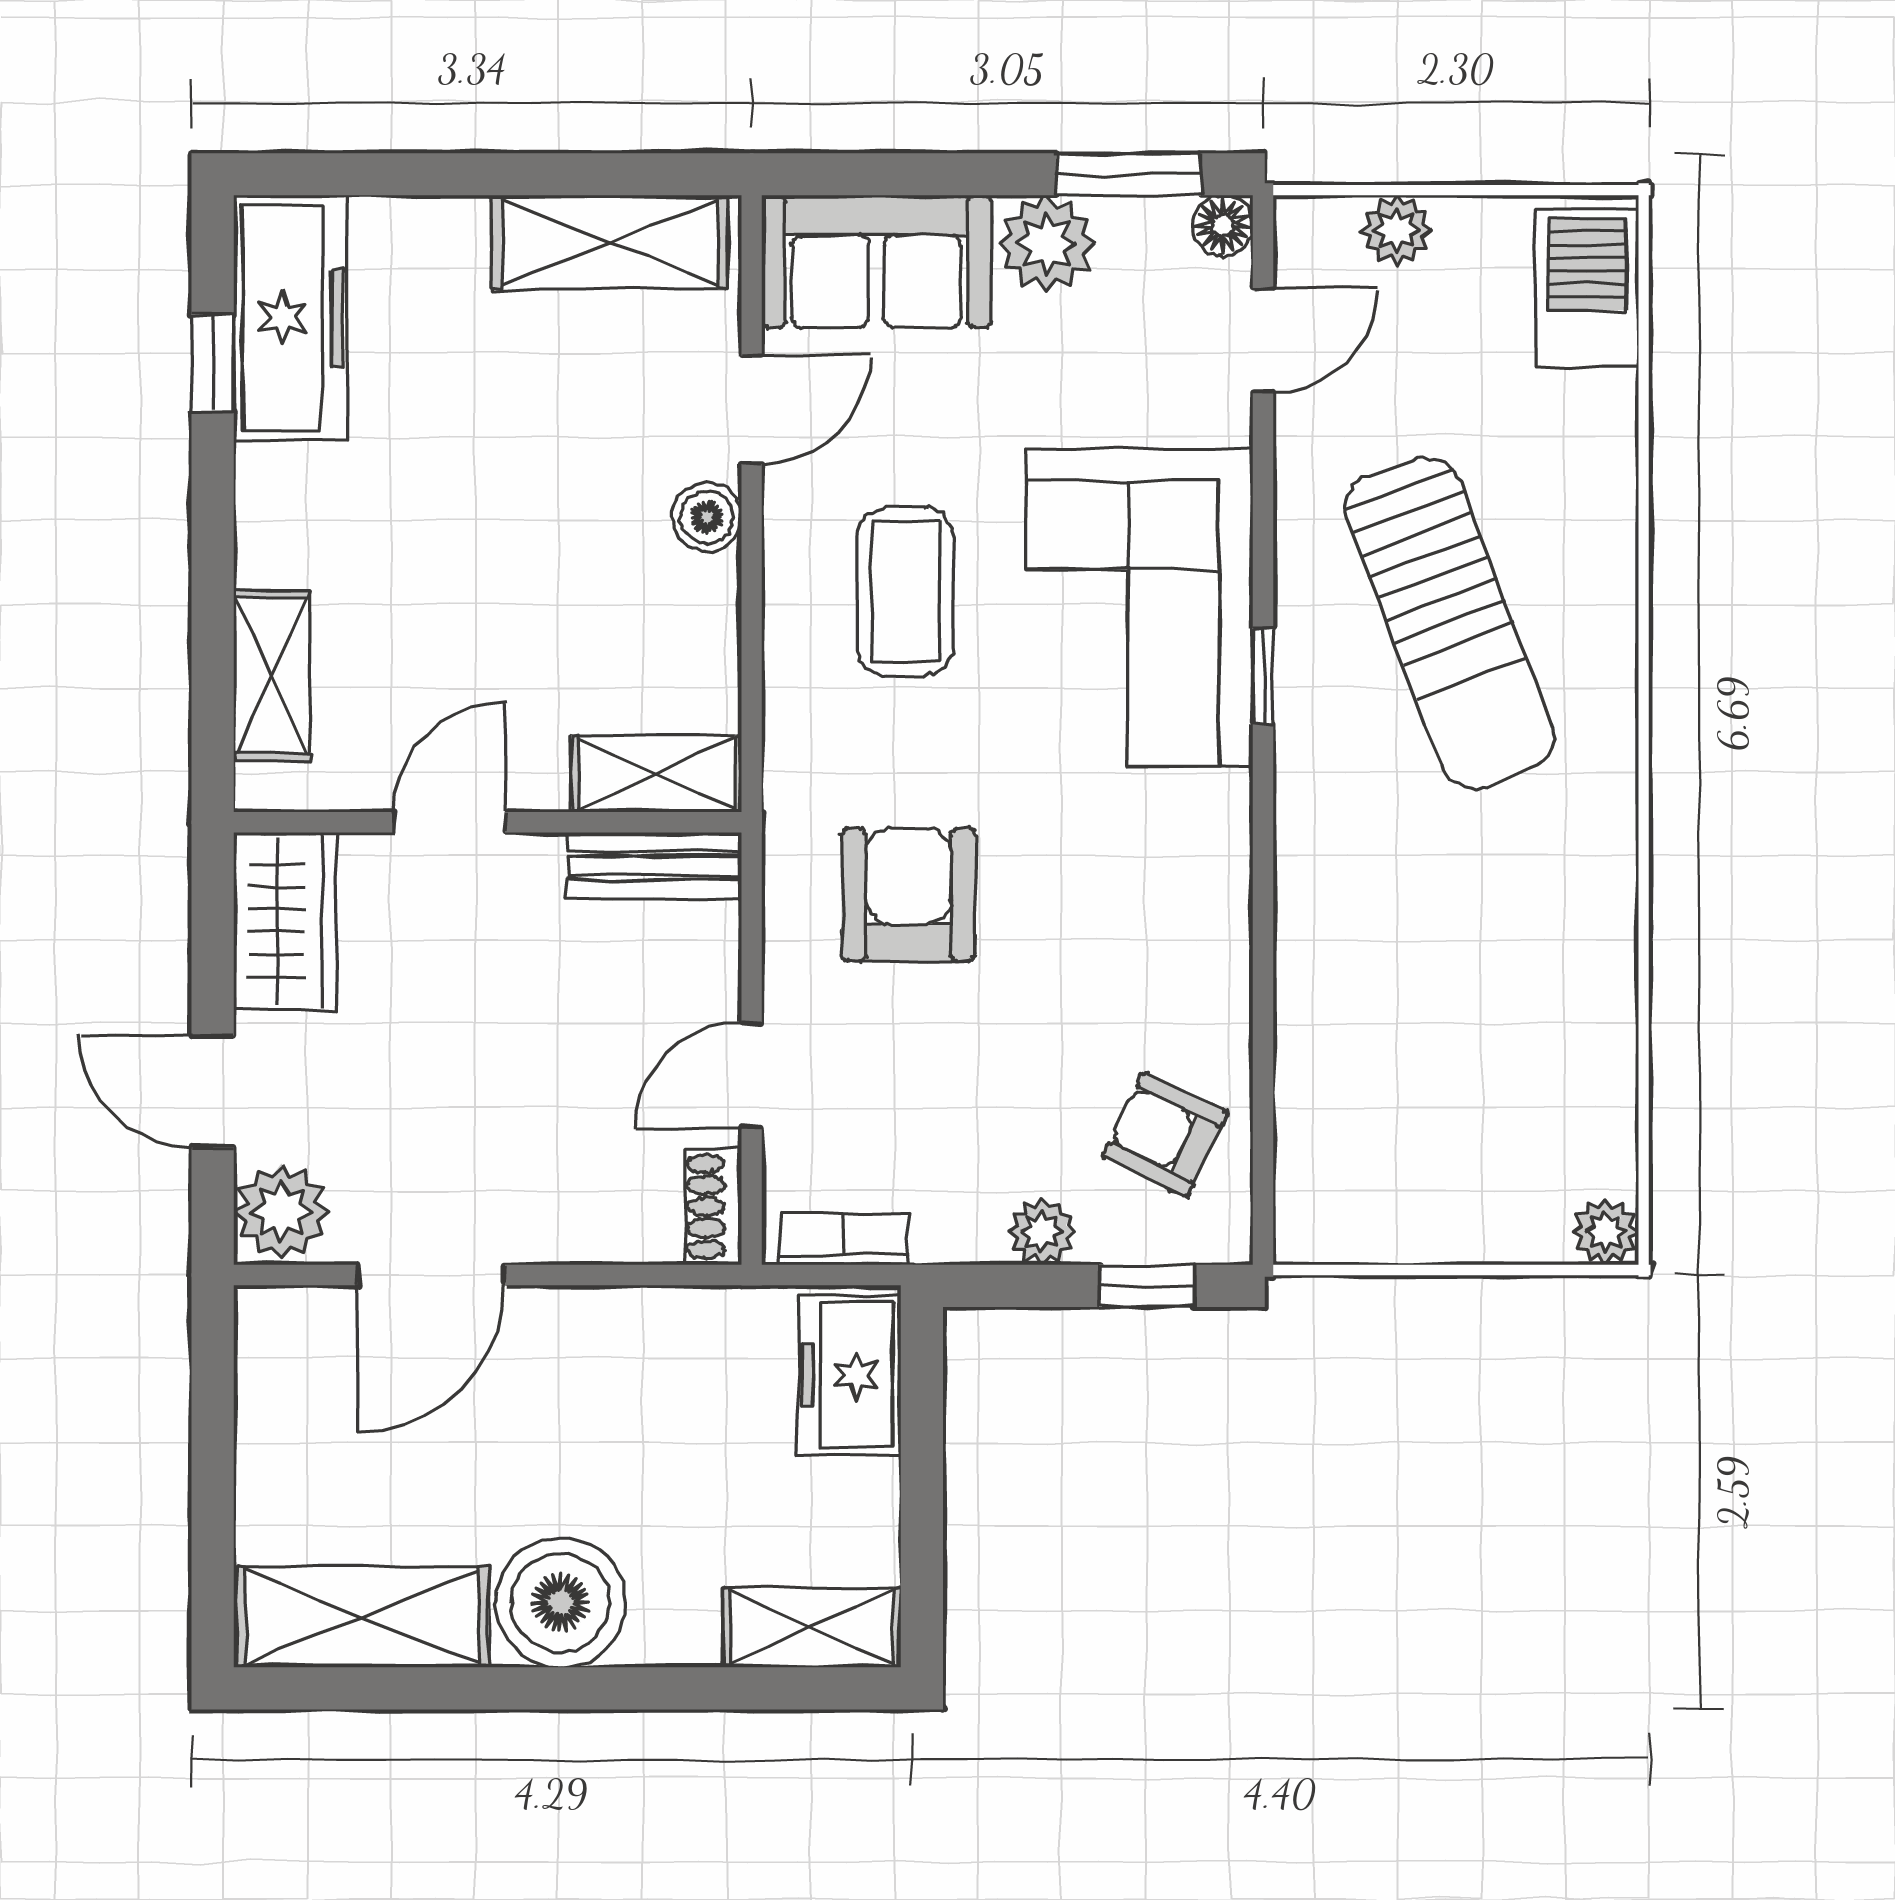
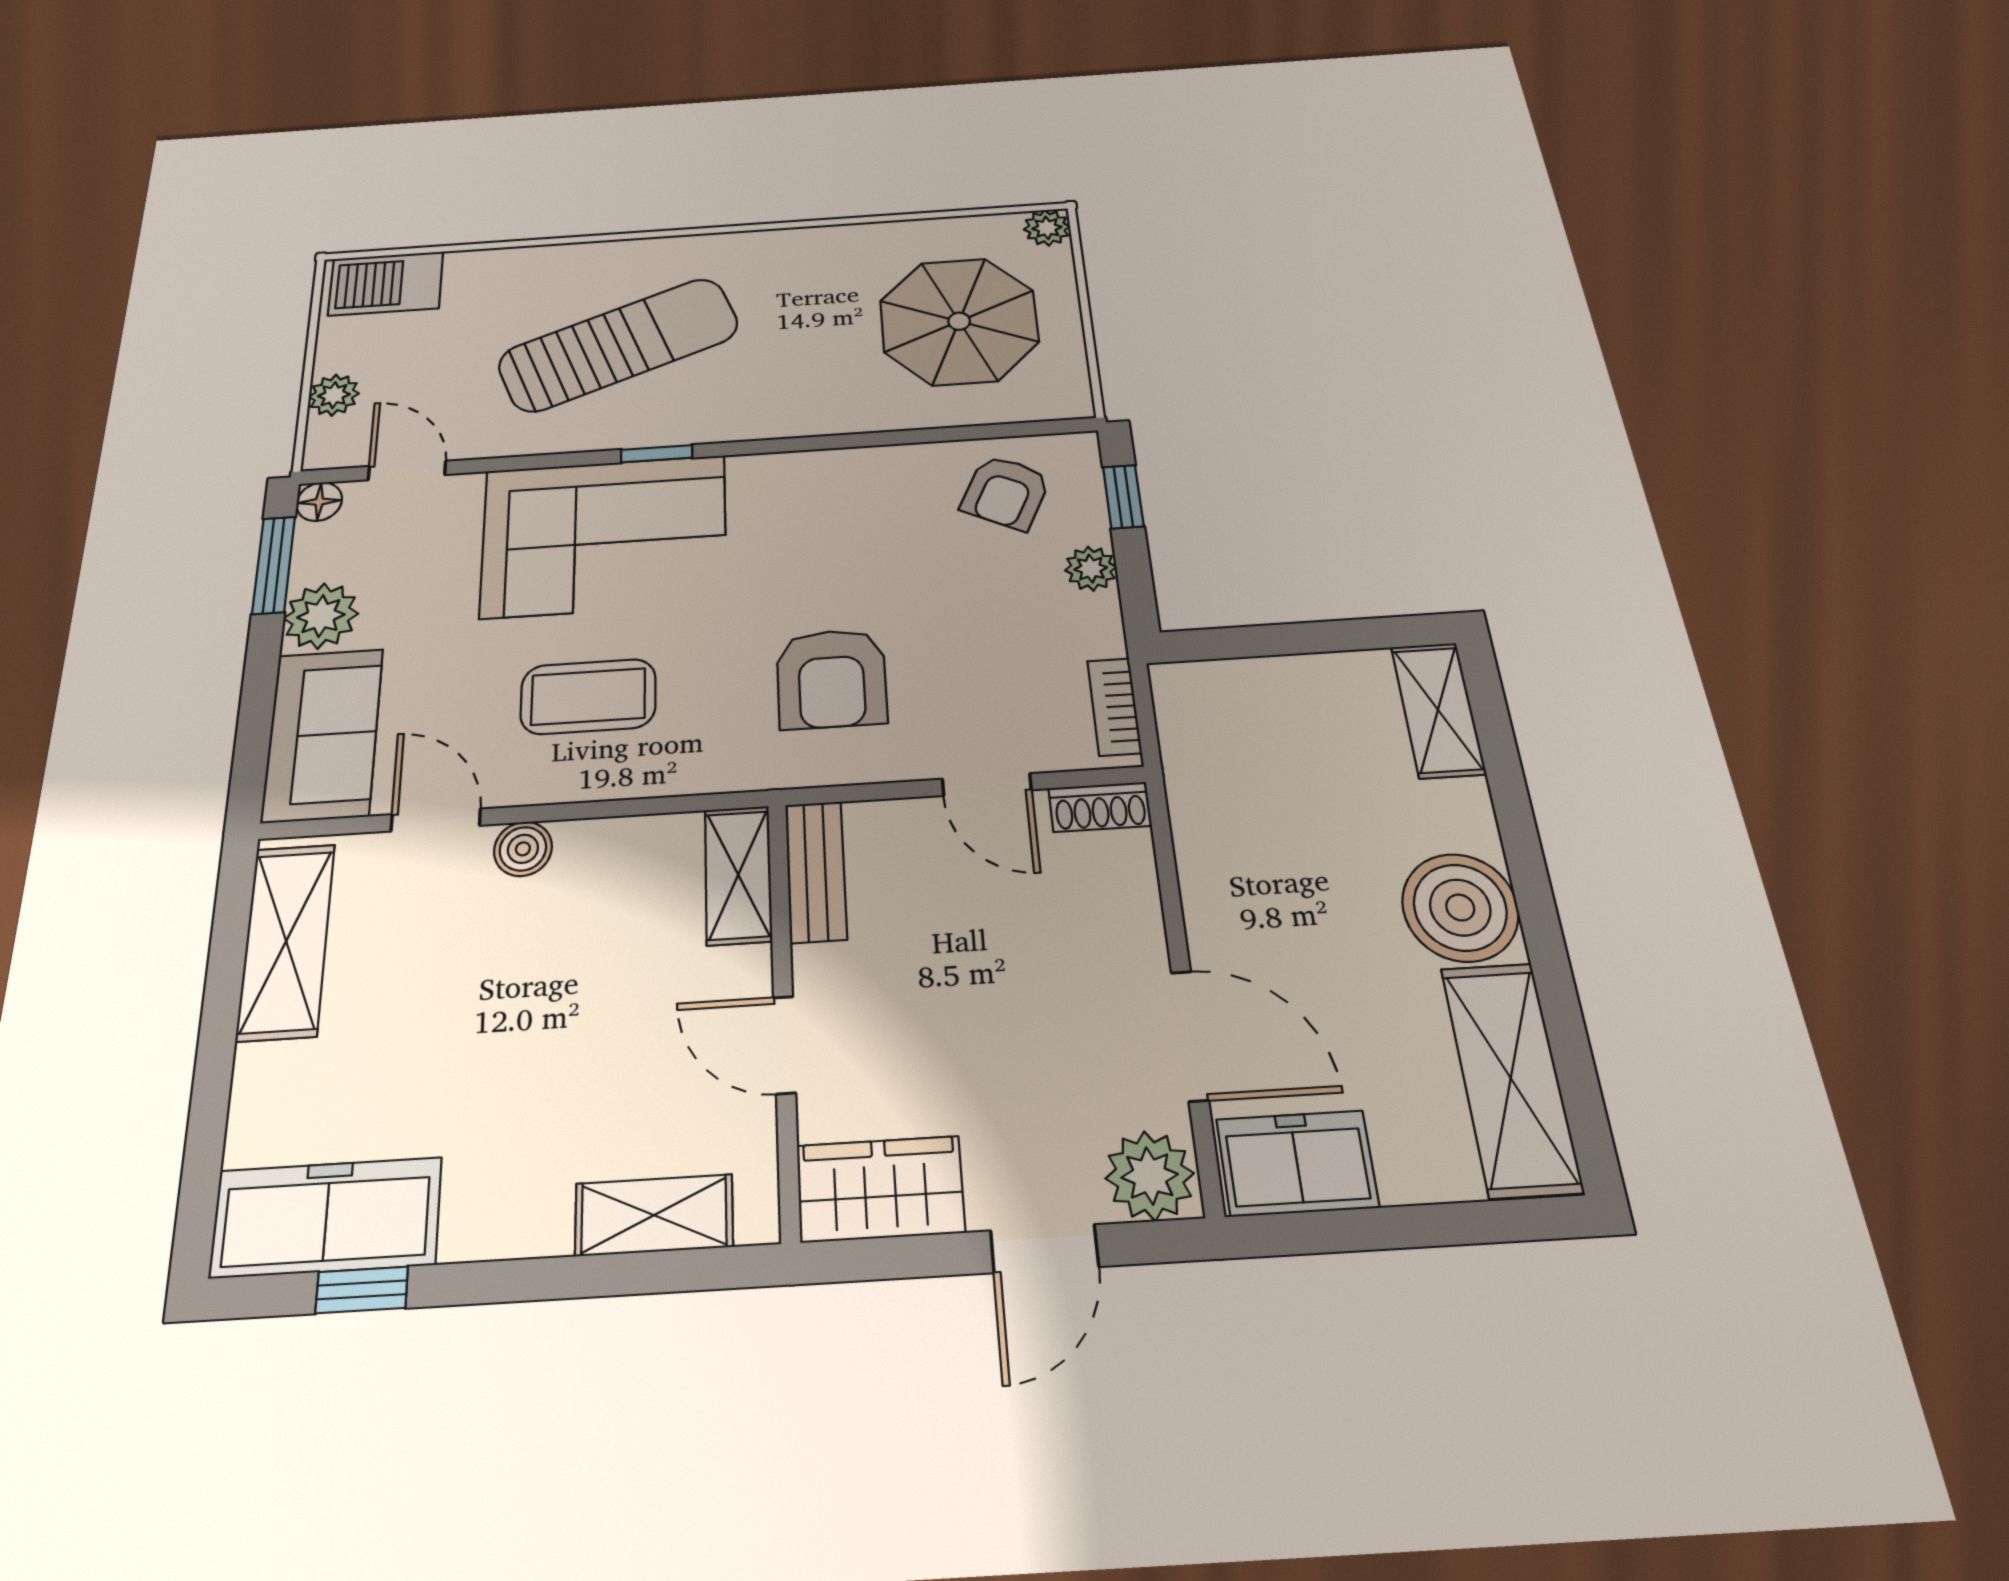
armchair: (908, 895) -> (831, 679), turned -90
parasol: (1450, 1095) -> (959, 321), added
freezer: (849, 1375) -> (1297, 1163), moved, turned 180

